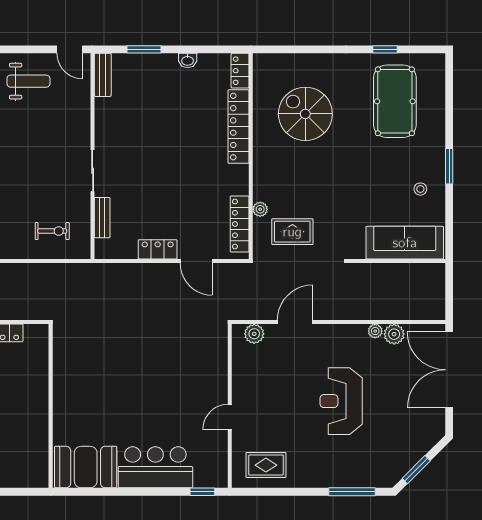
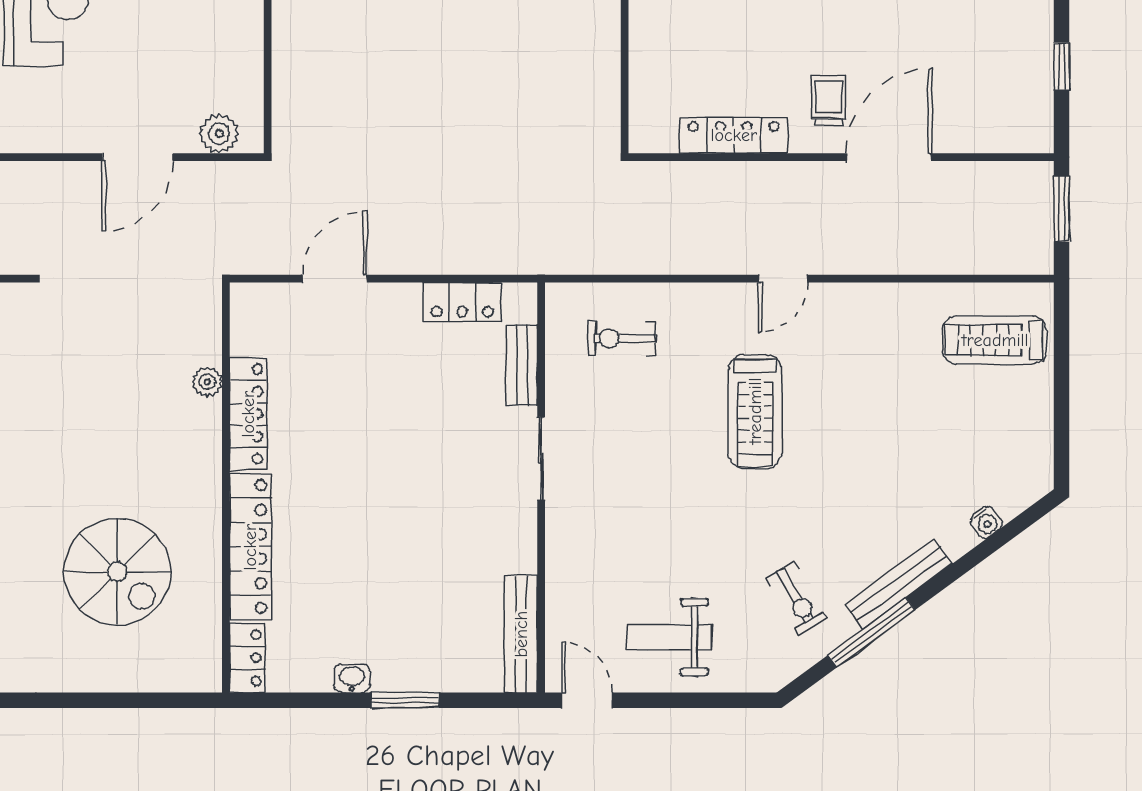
window: (144, 49) -> (405, 700), moved
bench: (103, 75) -> (521, 634), width x1.36
locker: (240, 224) -> (248, 414), moved
rug: (292, 232) -> (143, 337), removed
locker: (158, 249) -> (462, 302), moved
door: (196, 261) -> (335, 279), hinge flipped

